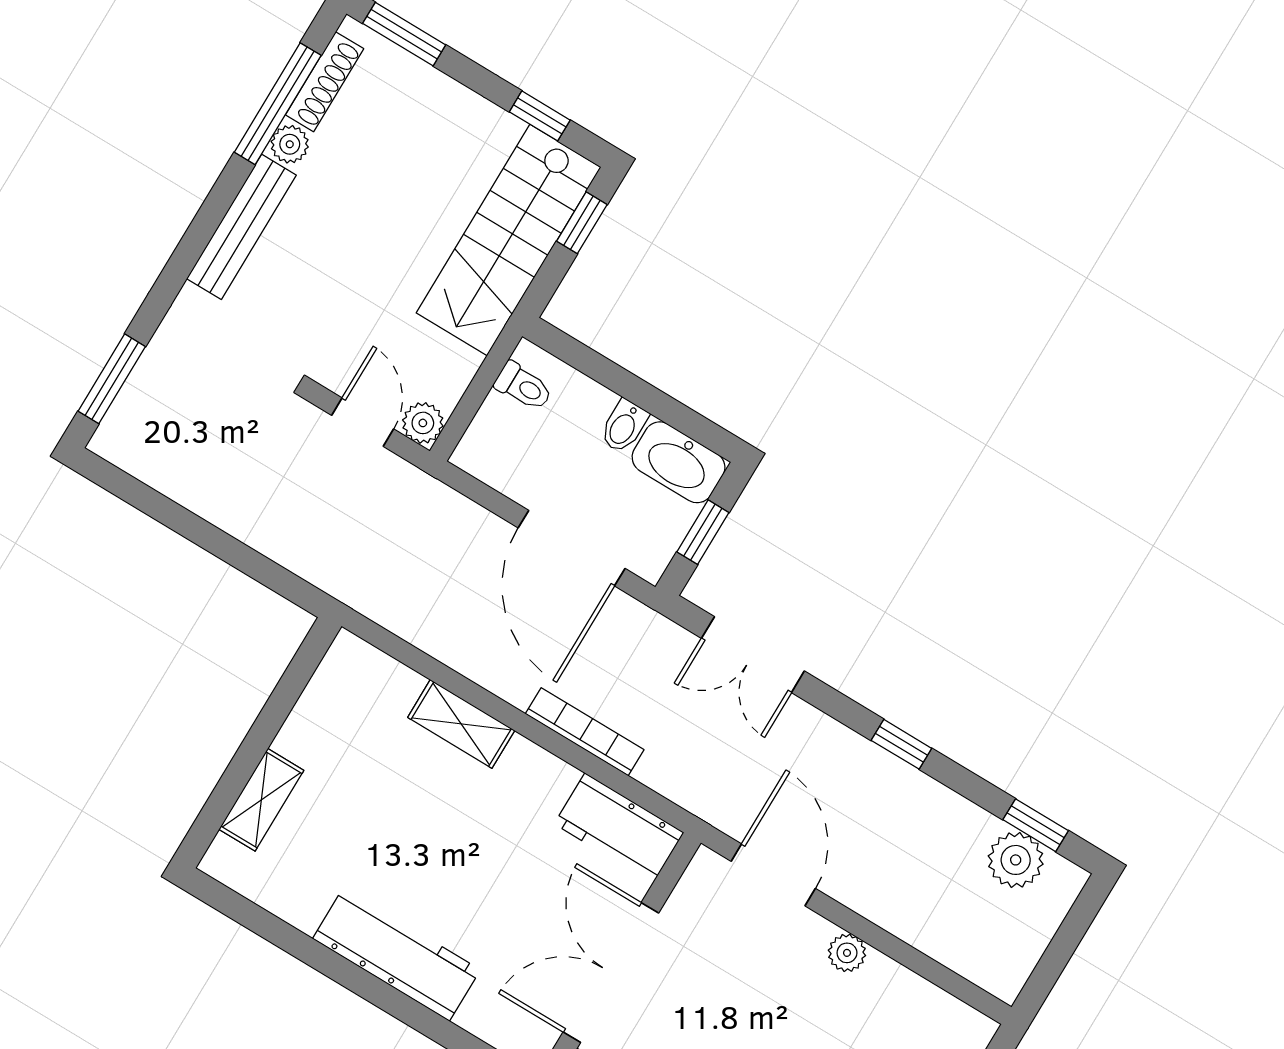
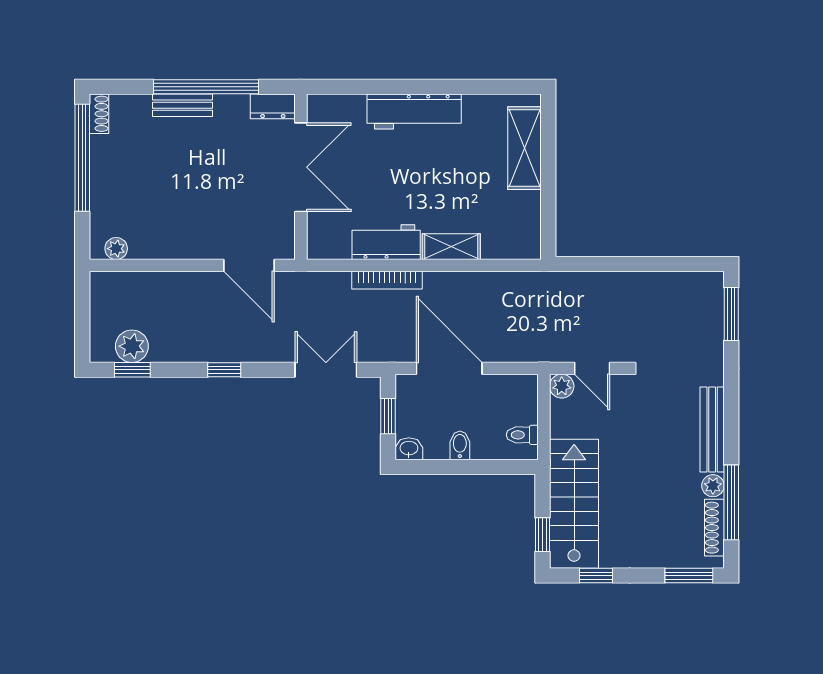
washbasin: (679, 462) -> (409, 449), width x0.52, depth x0.69
shelving: (261, 800) -> (524, 148), width x1.50, depth x1.33
workbench: (619, 828) -> (386, 242), moved
plant: (847, 953) -> (116, 249), moved

